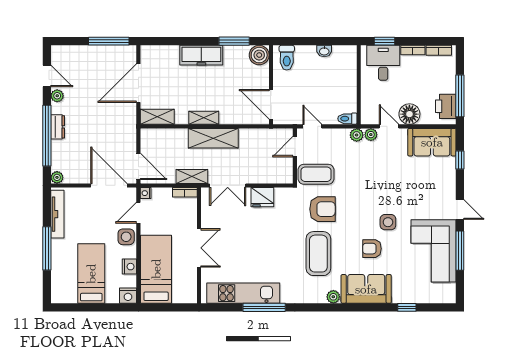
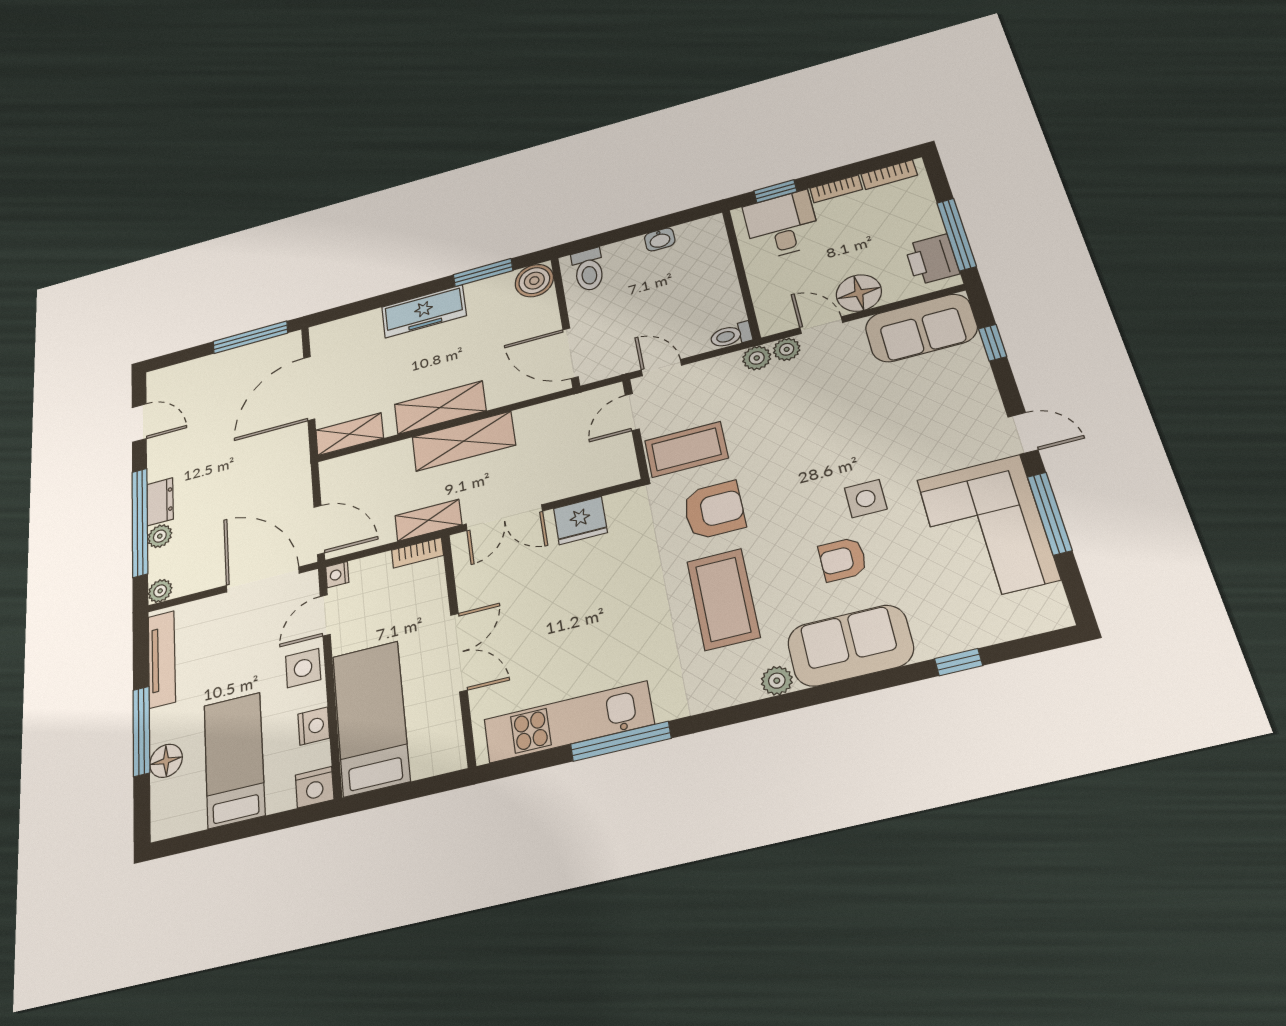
plant: (57, 96) -> (160, 536), moved
shelving: (204, 118) -> (440, 407), width x1.50, depth x1.33
floor lamp: (59, 266) -> (166, 761), added

